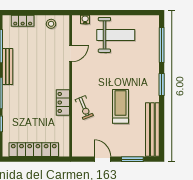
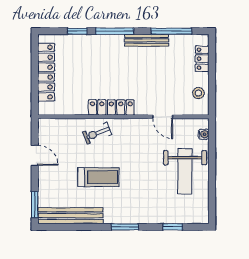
window: (162, 45) -> (173, 227), width x0.46
locker: (63, 102) -> (111, 107), width x1.53
door: (102, 159) -> (35, 155), hinge flipped
window: (132, 159) -> (35, 205), moved

